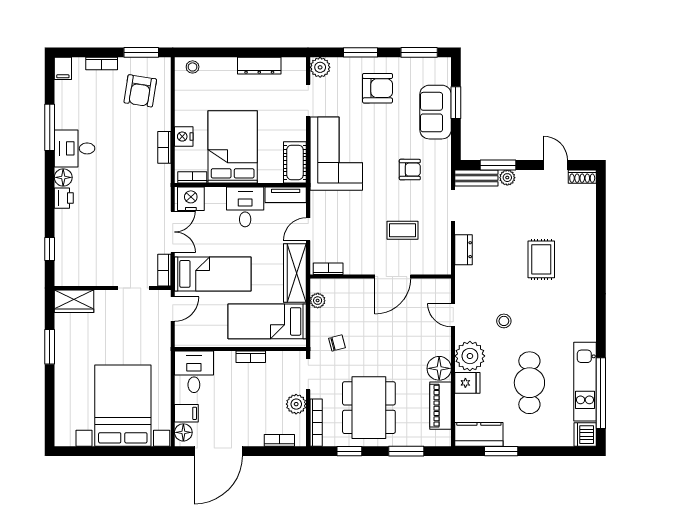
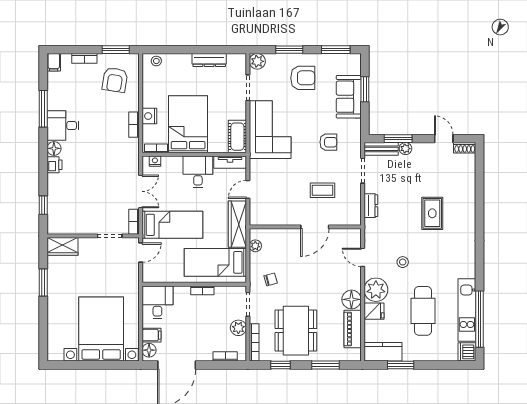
nightstand: (191, 199) -> (155, 161), width x0.53, depth x0.56
bookcase: (328, 269) -> (264, 221), removed

